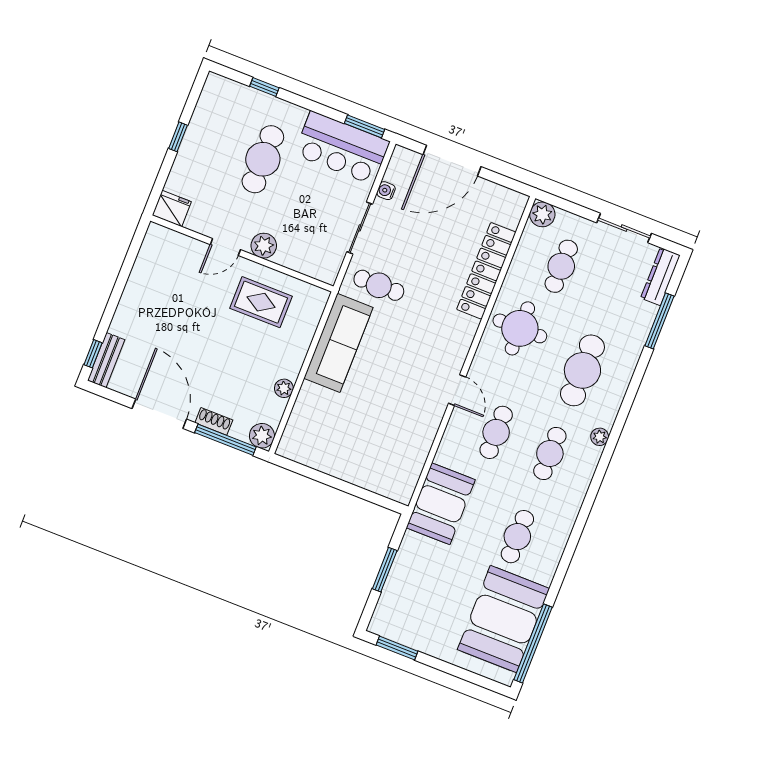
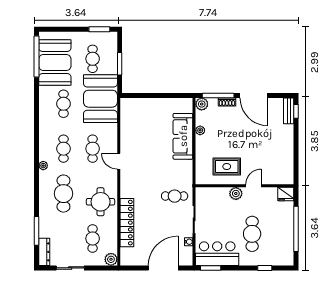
window: (178, 137) -> (296, 229), width x3.17
sofa: (338, 343) -> (183, 136), moved
booth: (441, 504) -> (100, 99), width x1.36, depth x1.42
cafe table: (431, 599) -> (93, 59), added

